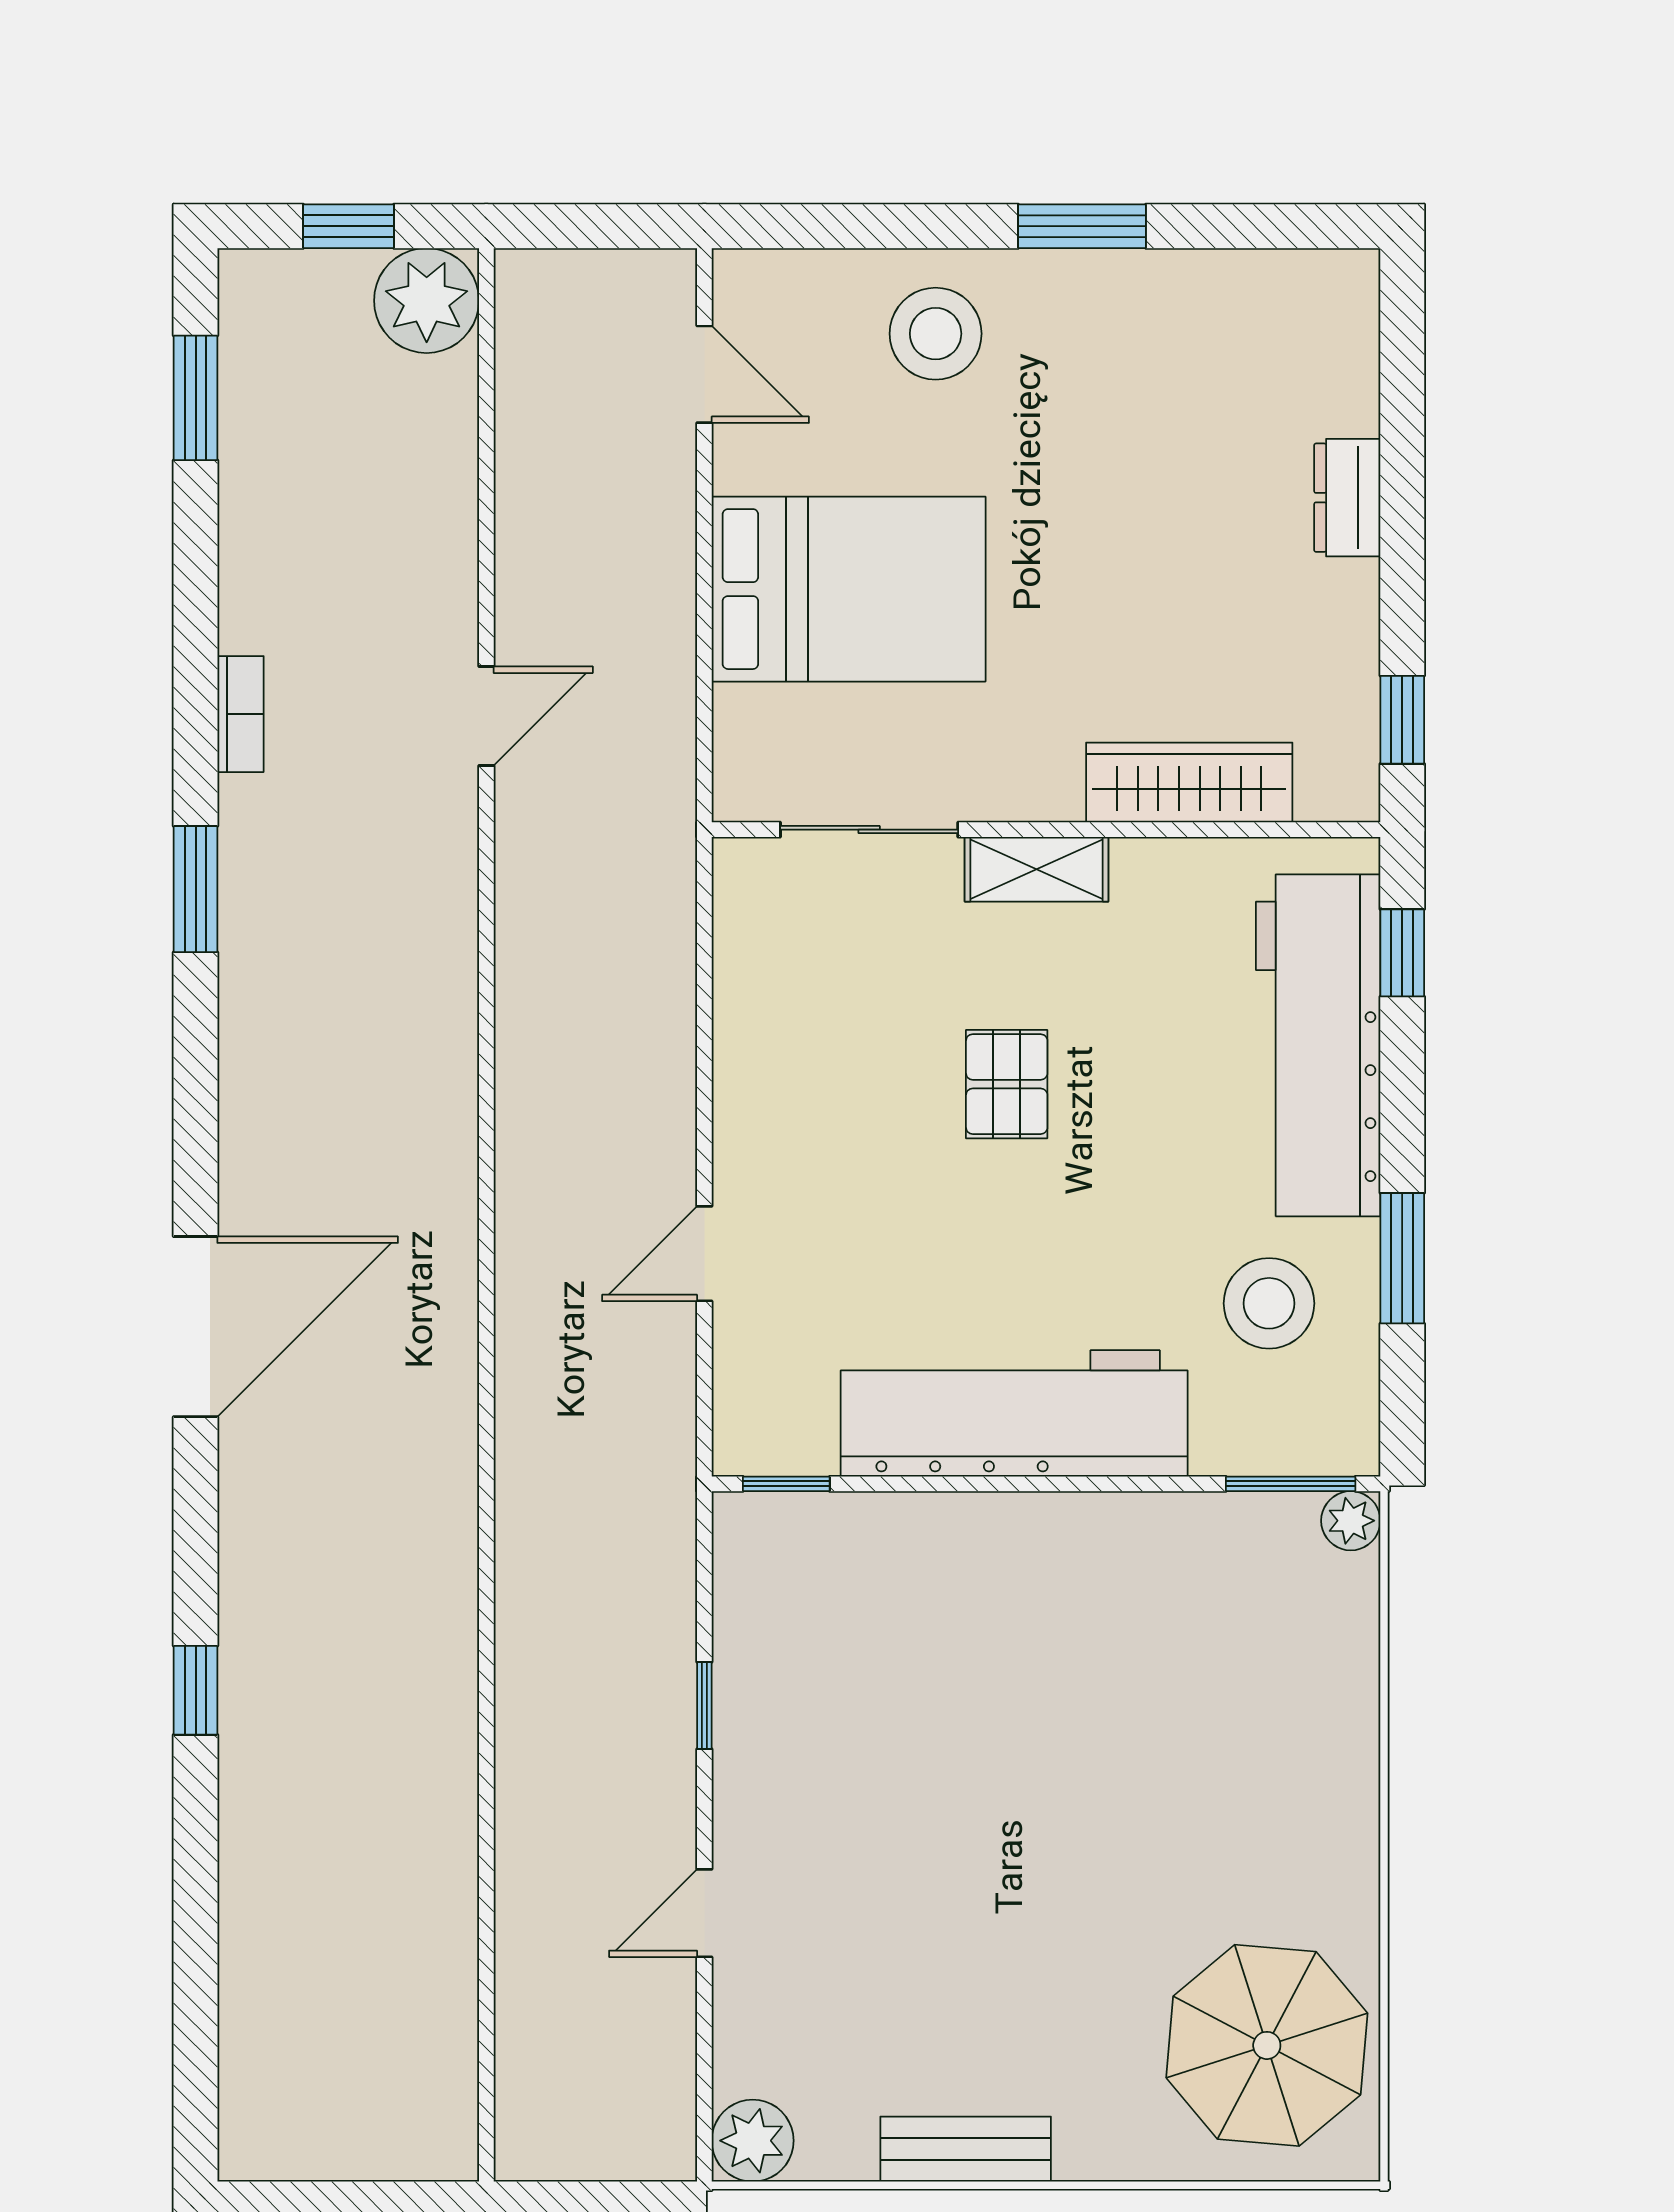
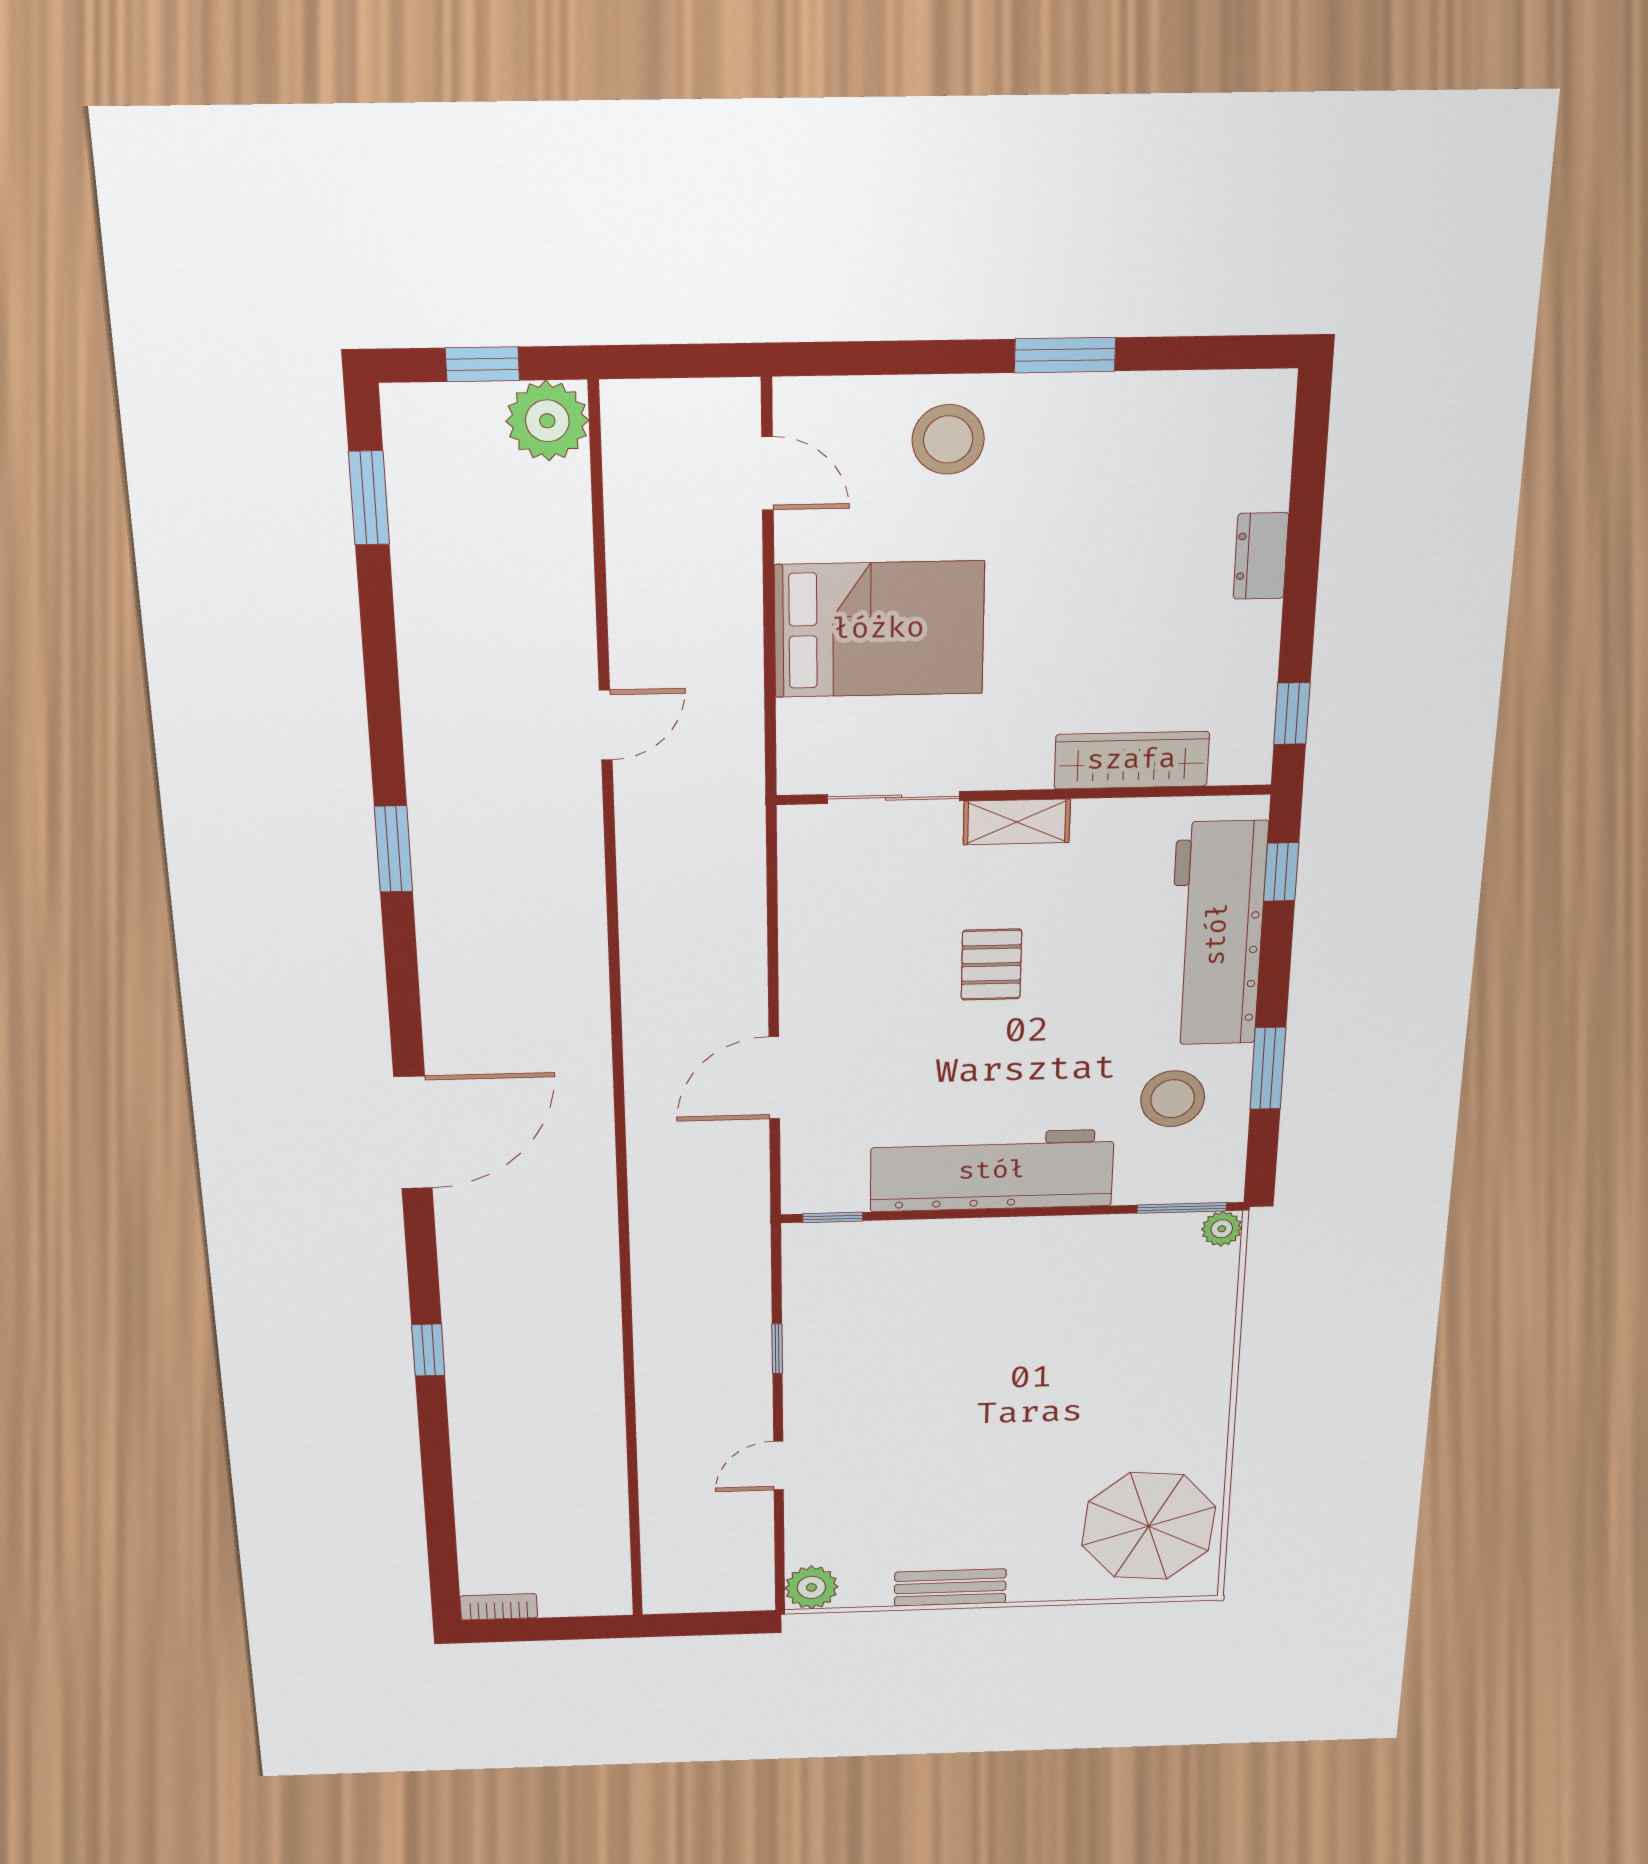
bookcase: (241, 714) -> (499, 1607), moved, turned -90
door: (704, 1254) -> (774, 1078), width x1.38

